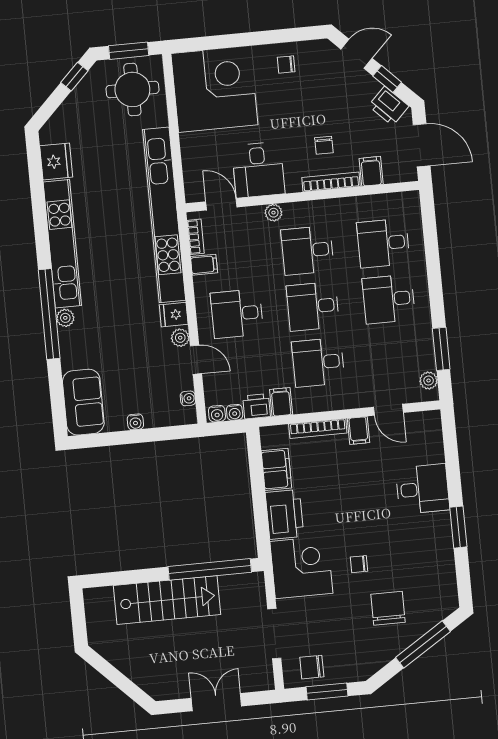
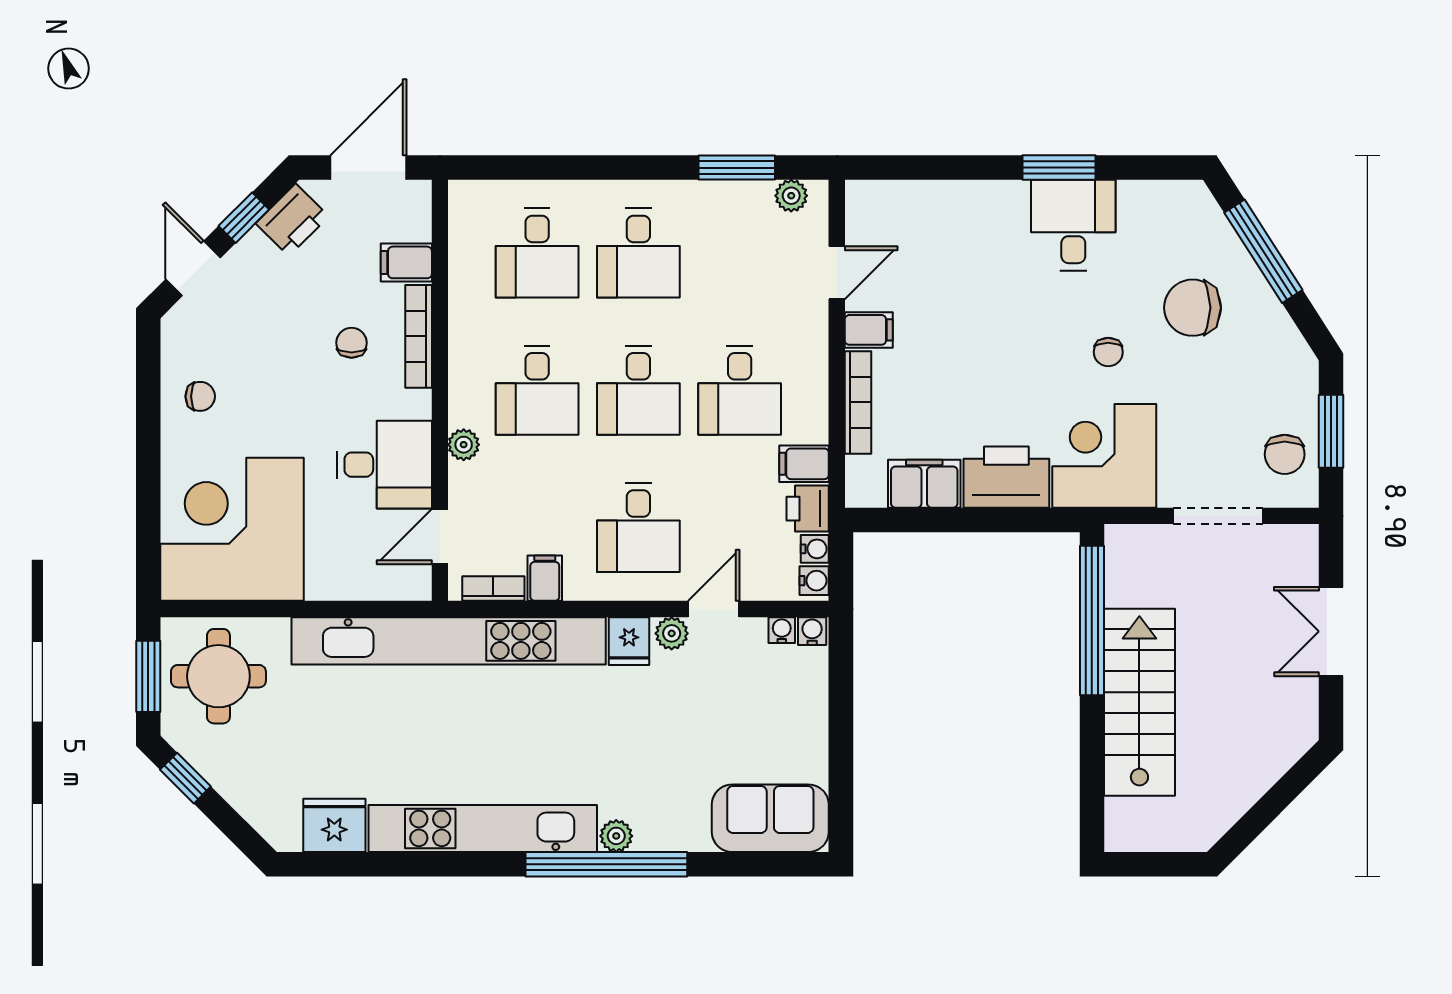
chair: (286, 64) -> (200, 396), turned -90
chair: (324, 145) -> (352, 343), turned -90
water cooler: (135, 422) -> (812, 631), moved, turned -90
desk: (423, 489) -> (1073, 225), moved

